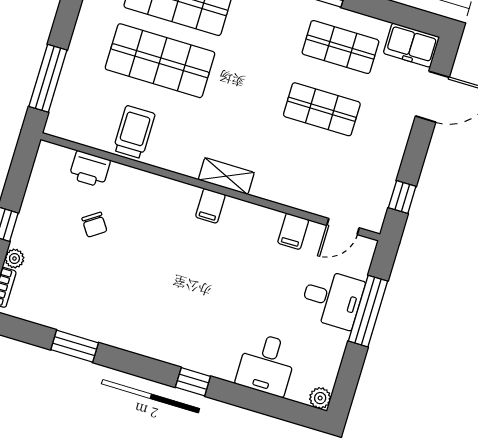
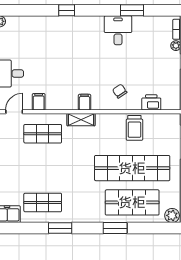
shop shelf: (160, 61) -> (132, 168), width x1.40
shop shelf: (322, 109) -> (43, 134), moved
chair: (94, 225) -> (120, 91), moved
desk: (267, 364) -> (118, 30), moved

